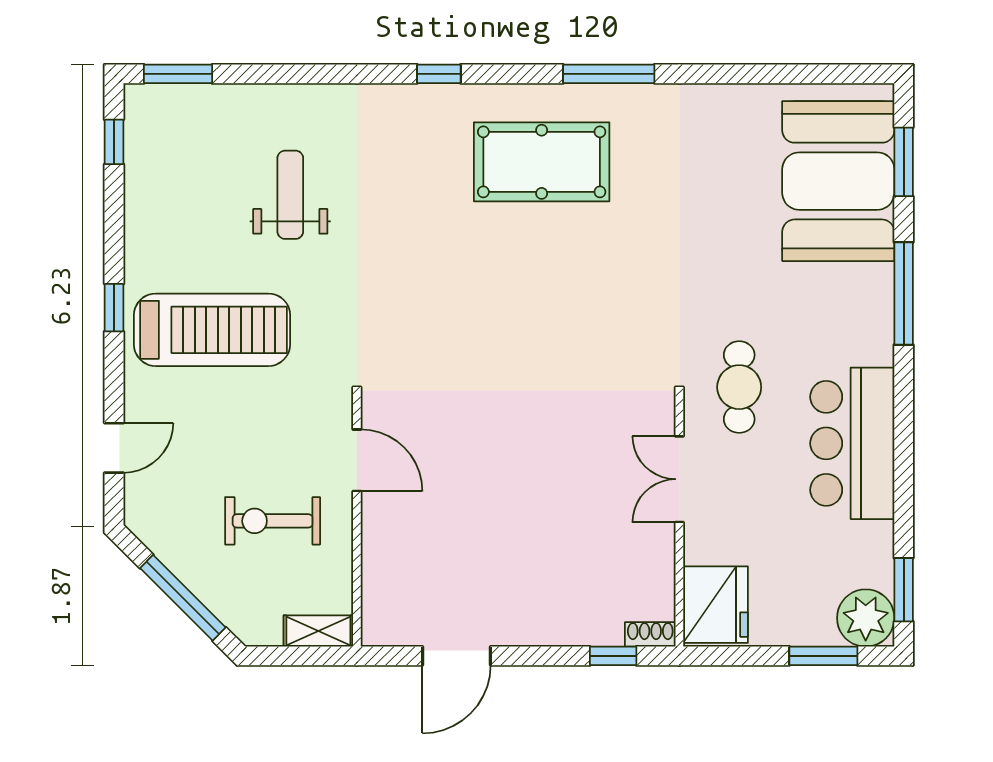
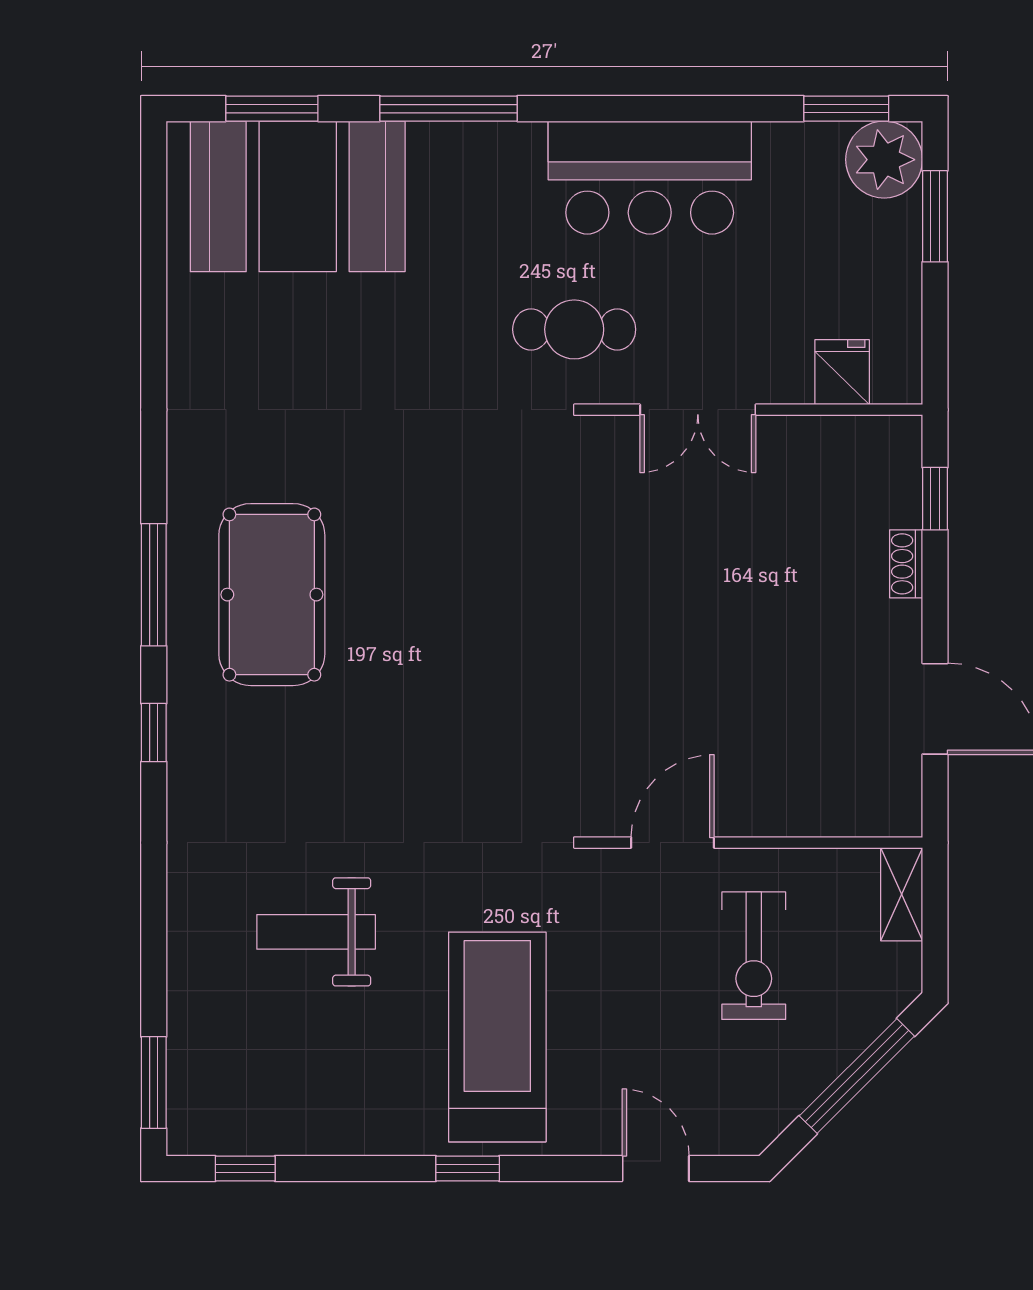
window: (609, 74) -> (154, 585), moved
fridge: (715, 605) -> (842, 372), width x0.53, depth x0.75
shoe rack: (650, 634) -> (906, 564), moved

